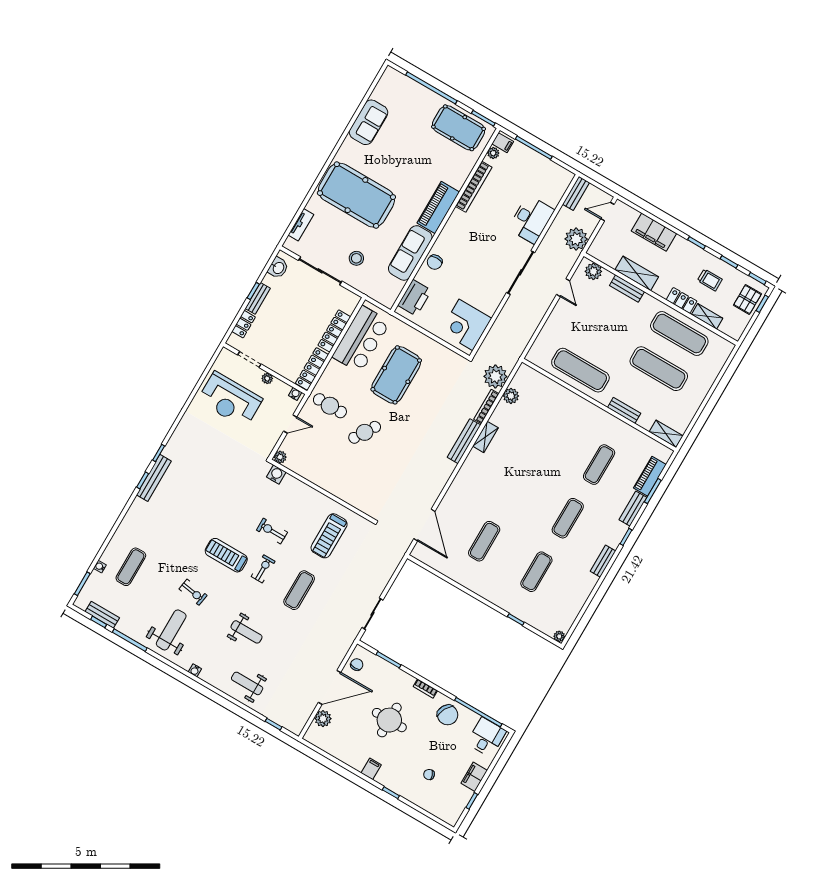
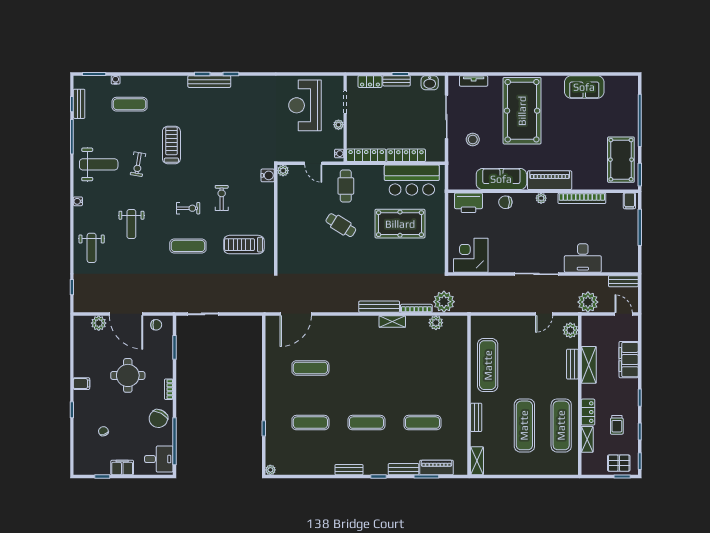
plant: (493, 153) -> (541, 198), moved
treadmill: (226, 555) -> (171, 145), moved
weight bench: (247, 683) -> (92, 248), turned 180

